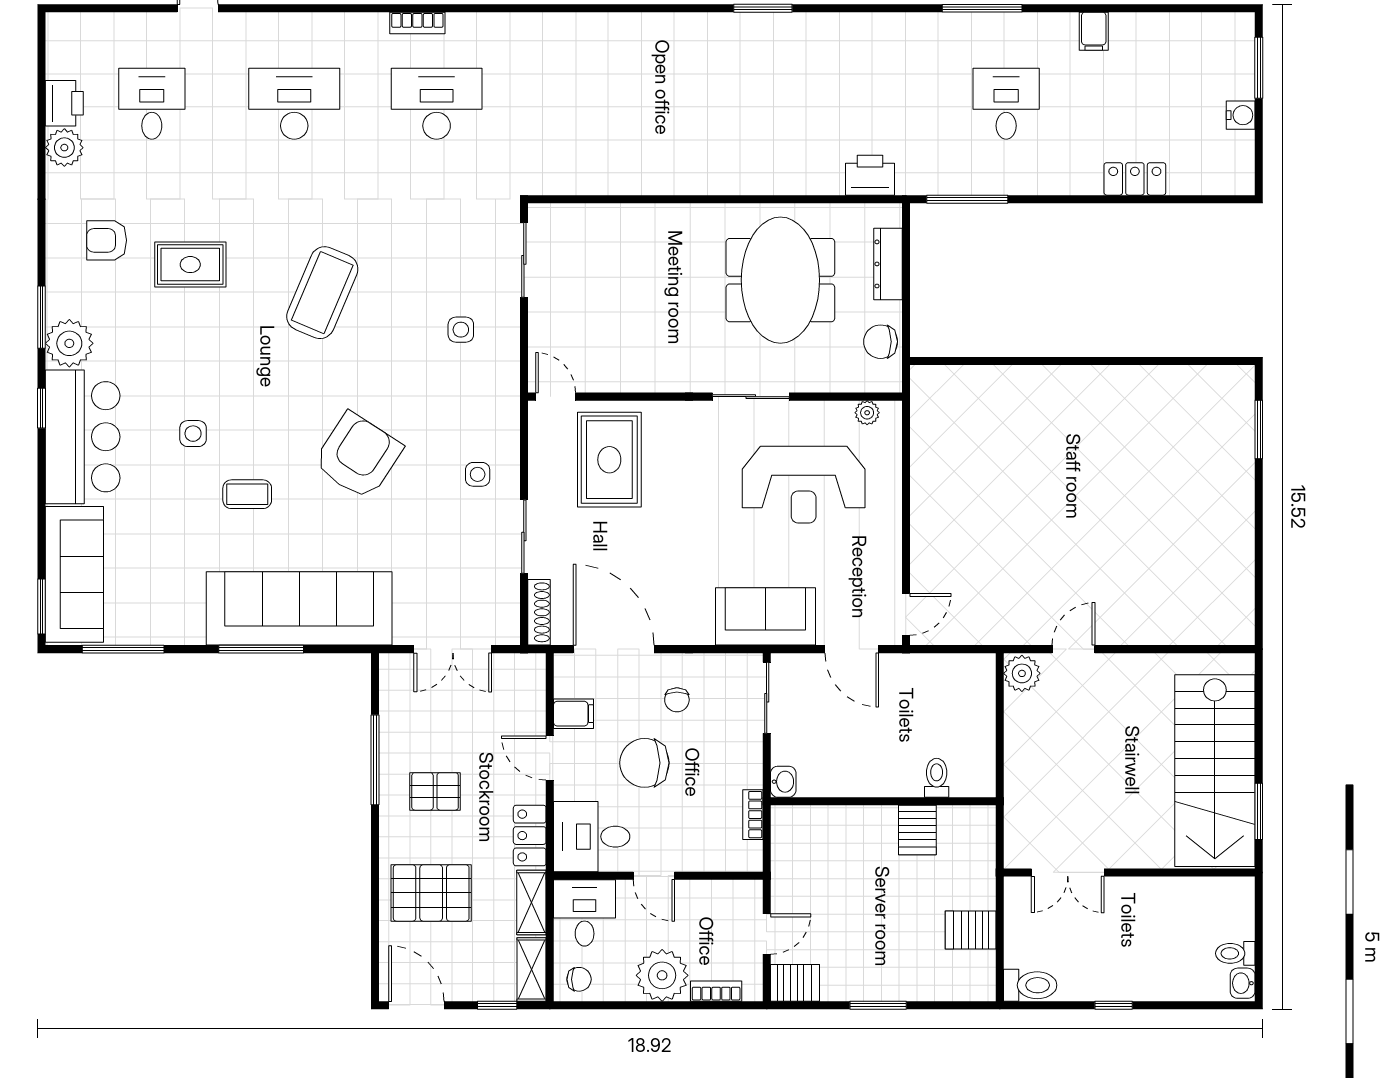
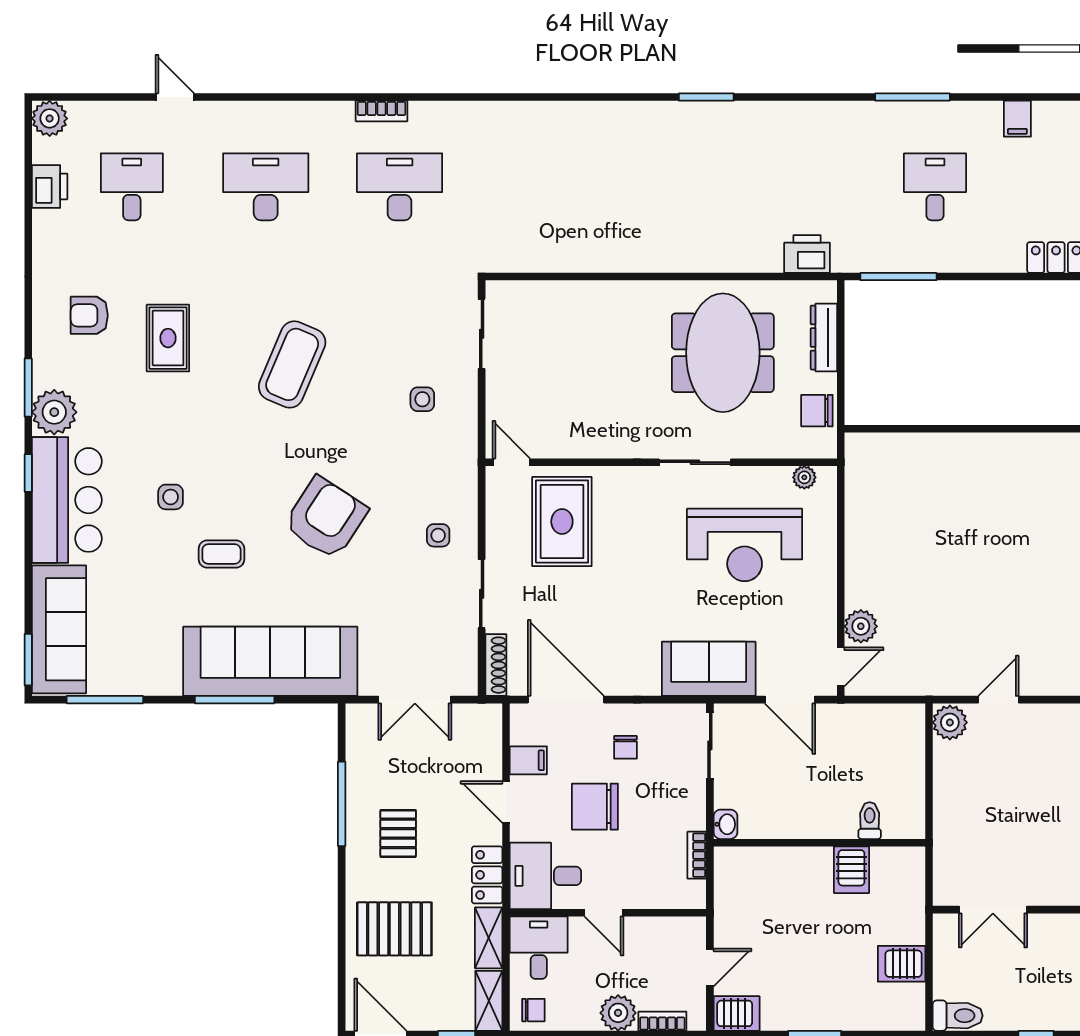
plant: (64, 148) -> (50, 118), moved
rug: (190, 265) -> (168, 338), turned 90
plant: (927, 571) -> (861, 626), added
pallet: (435, 791) -> (398, 833), turned 90
plant: (662, 975) -> (618, 1013), width x0.73, depth x0.73

